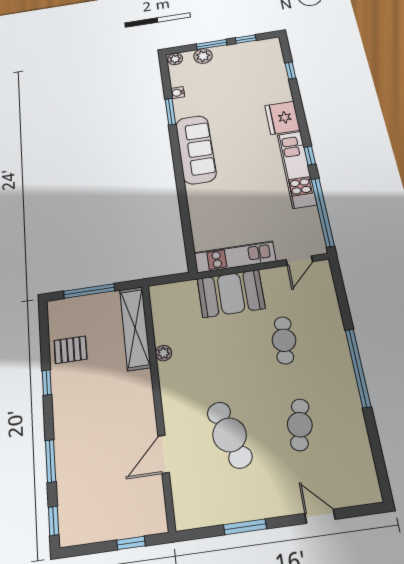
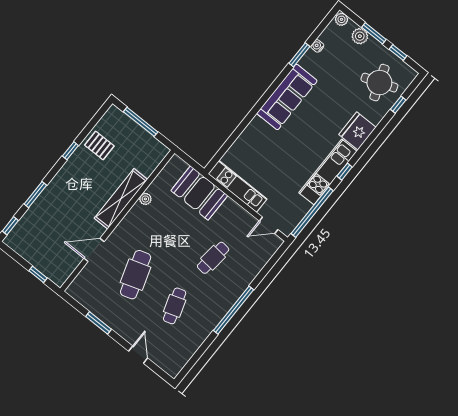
round table: (257, 70) -> (379, 83), added
booth: (231, 293) -> (199, 193), moved
shelving: (135, 328) -> (121, 199), moved
cafe table: (300, 425) -> (175, 306), turned -30

